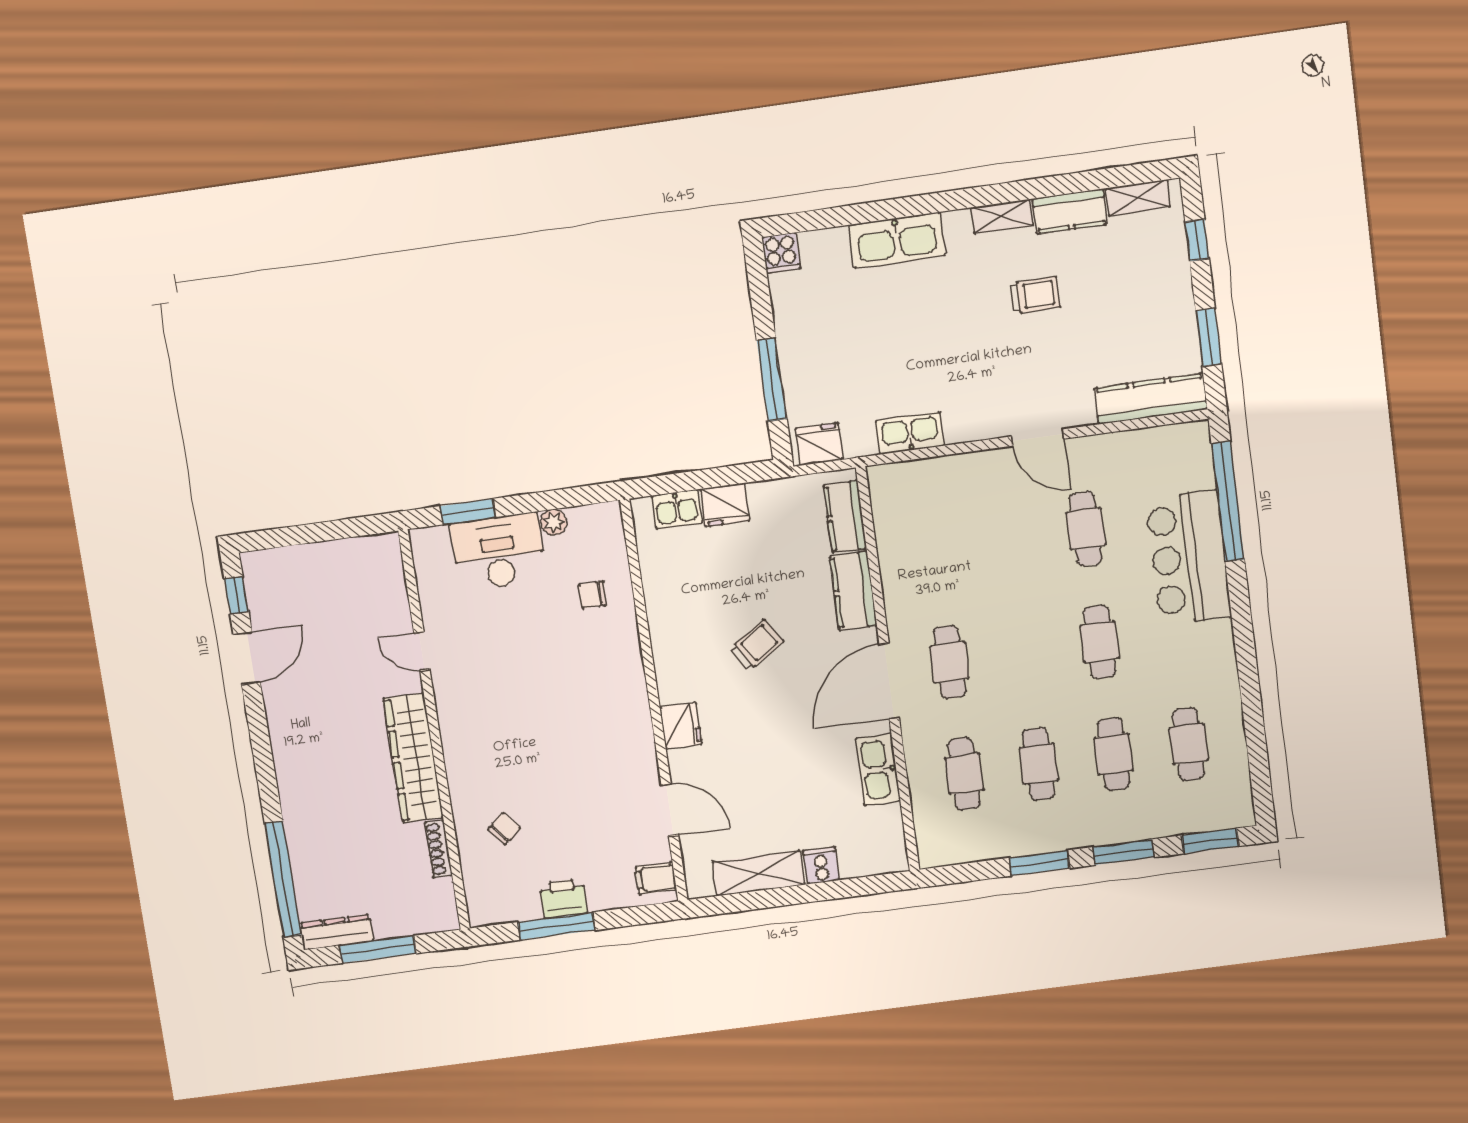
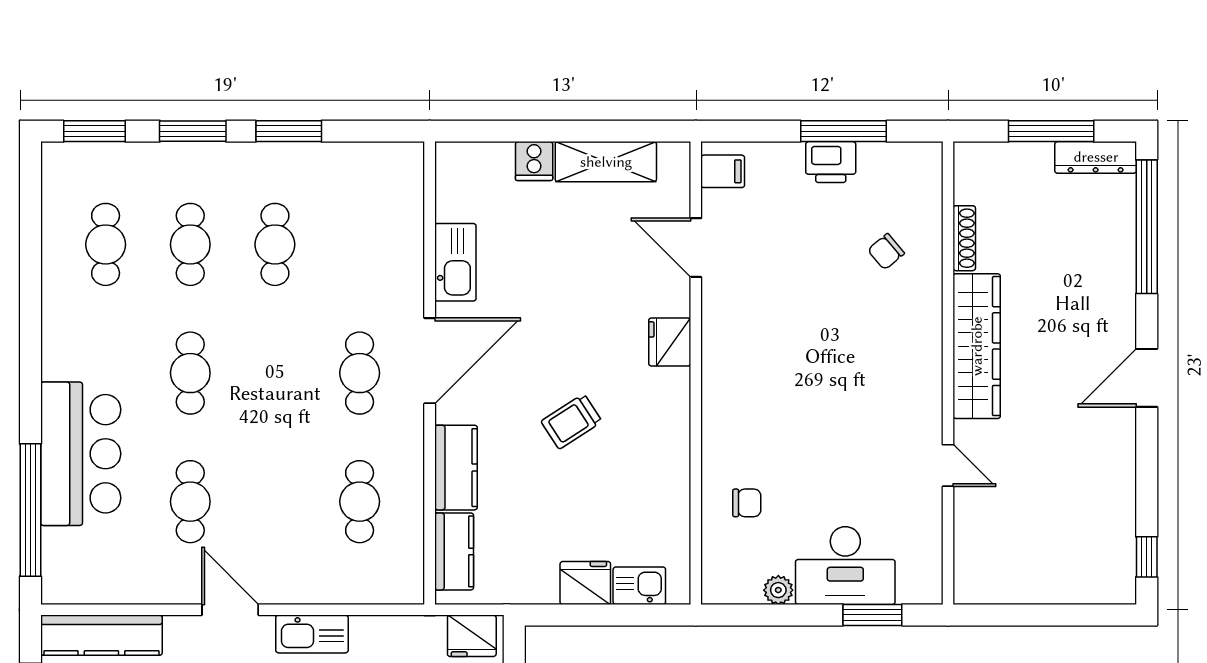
kitchen sink: (910, 433) -> (312, 634), moved
door: (247, 658) -> (1147, 378), moved
cafe table: (964, 774) -> (360, 502), moved

